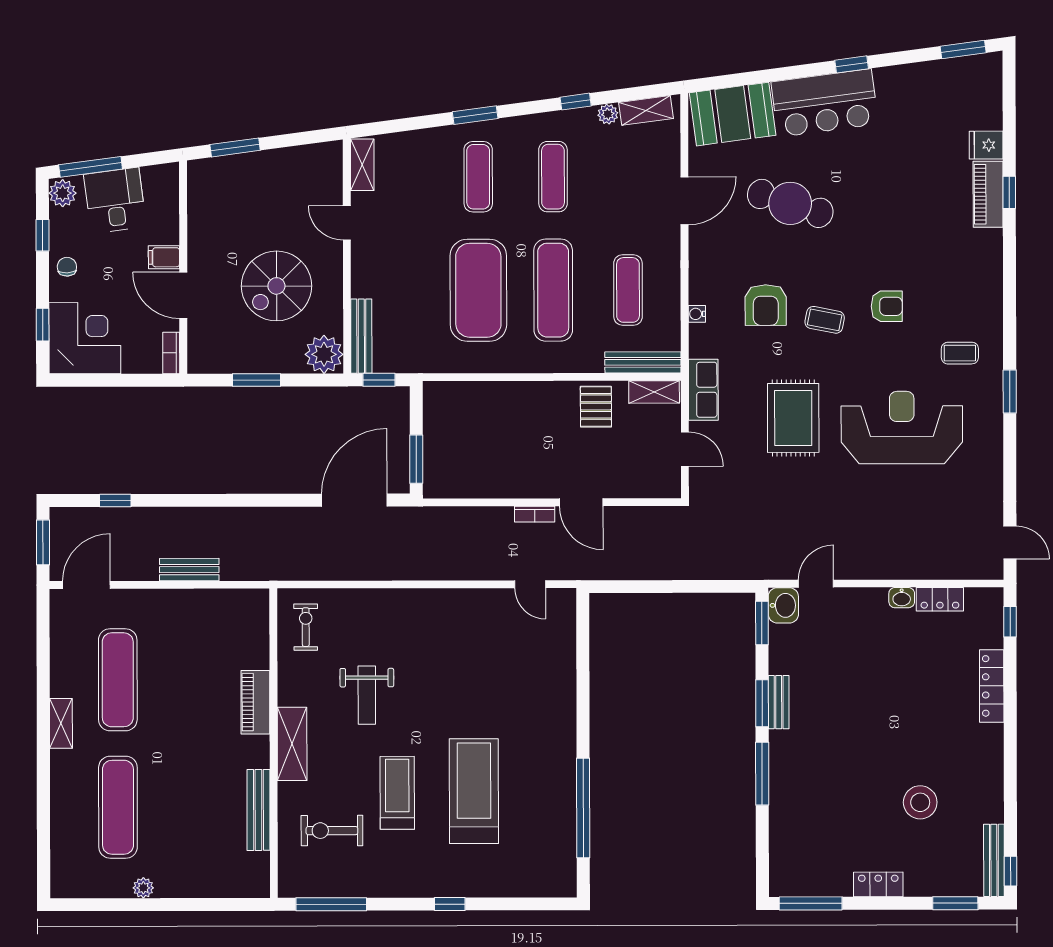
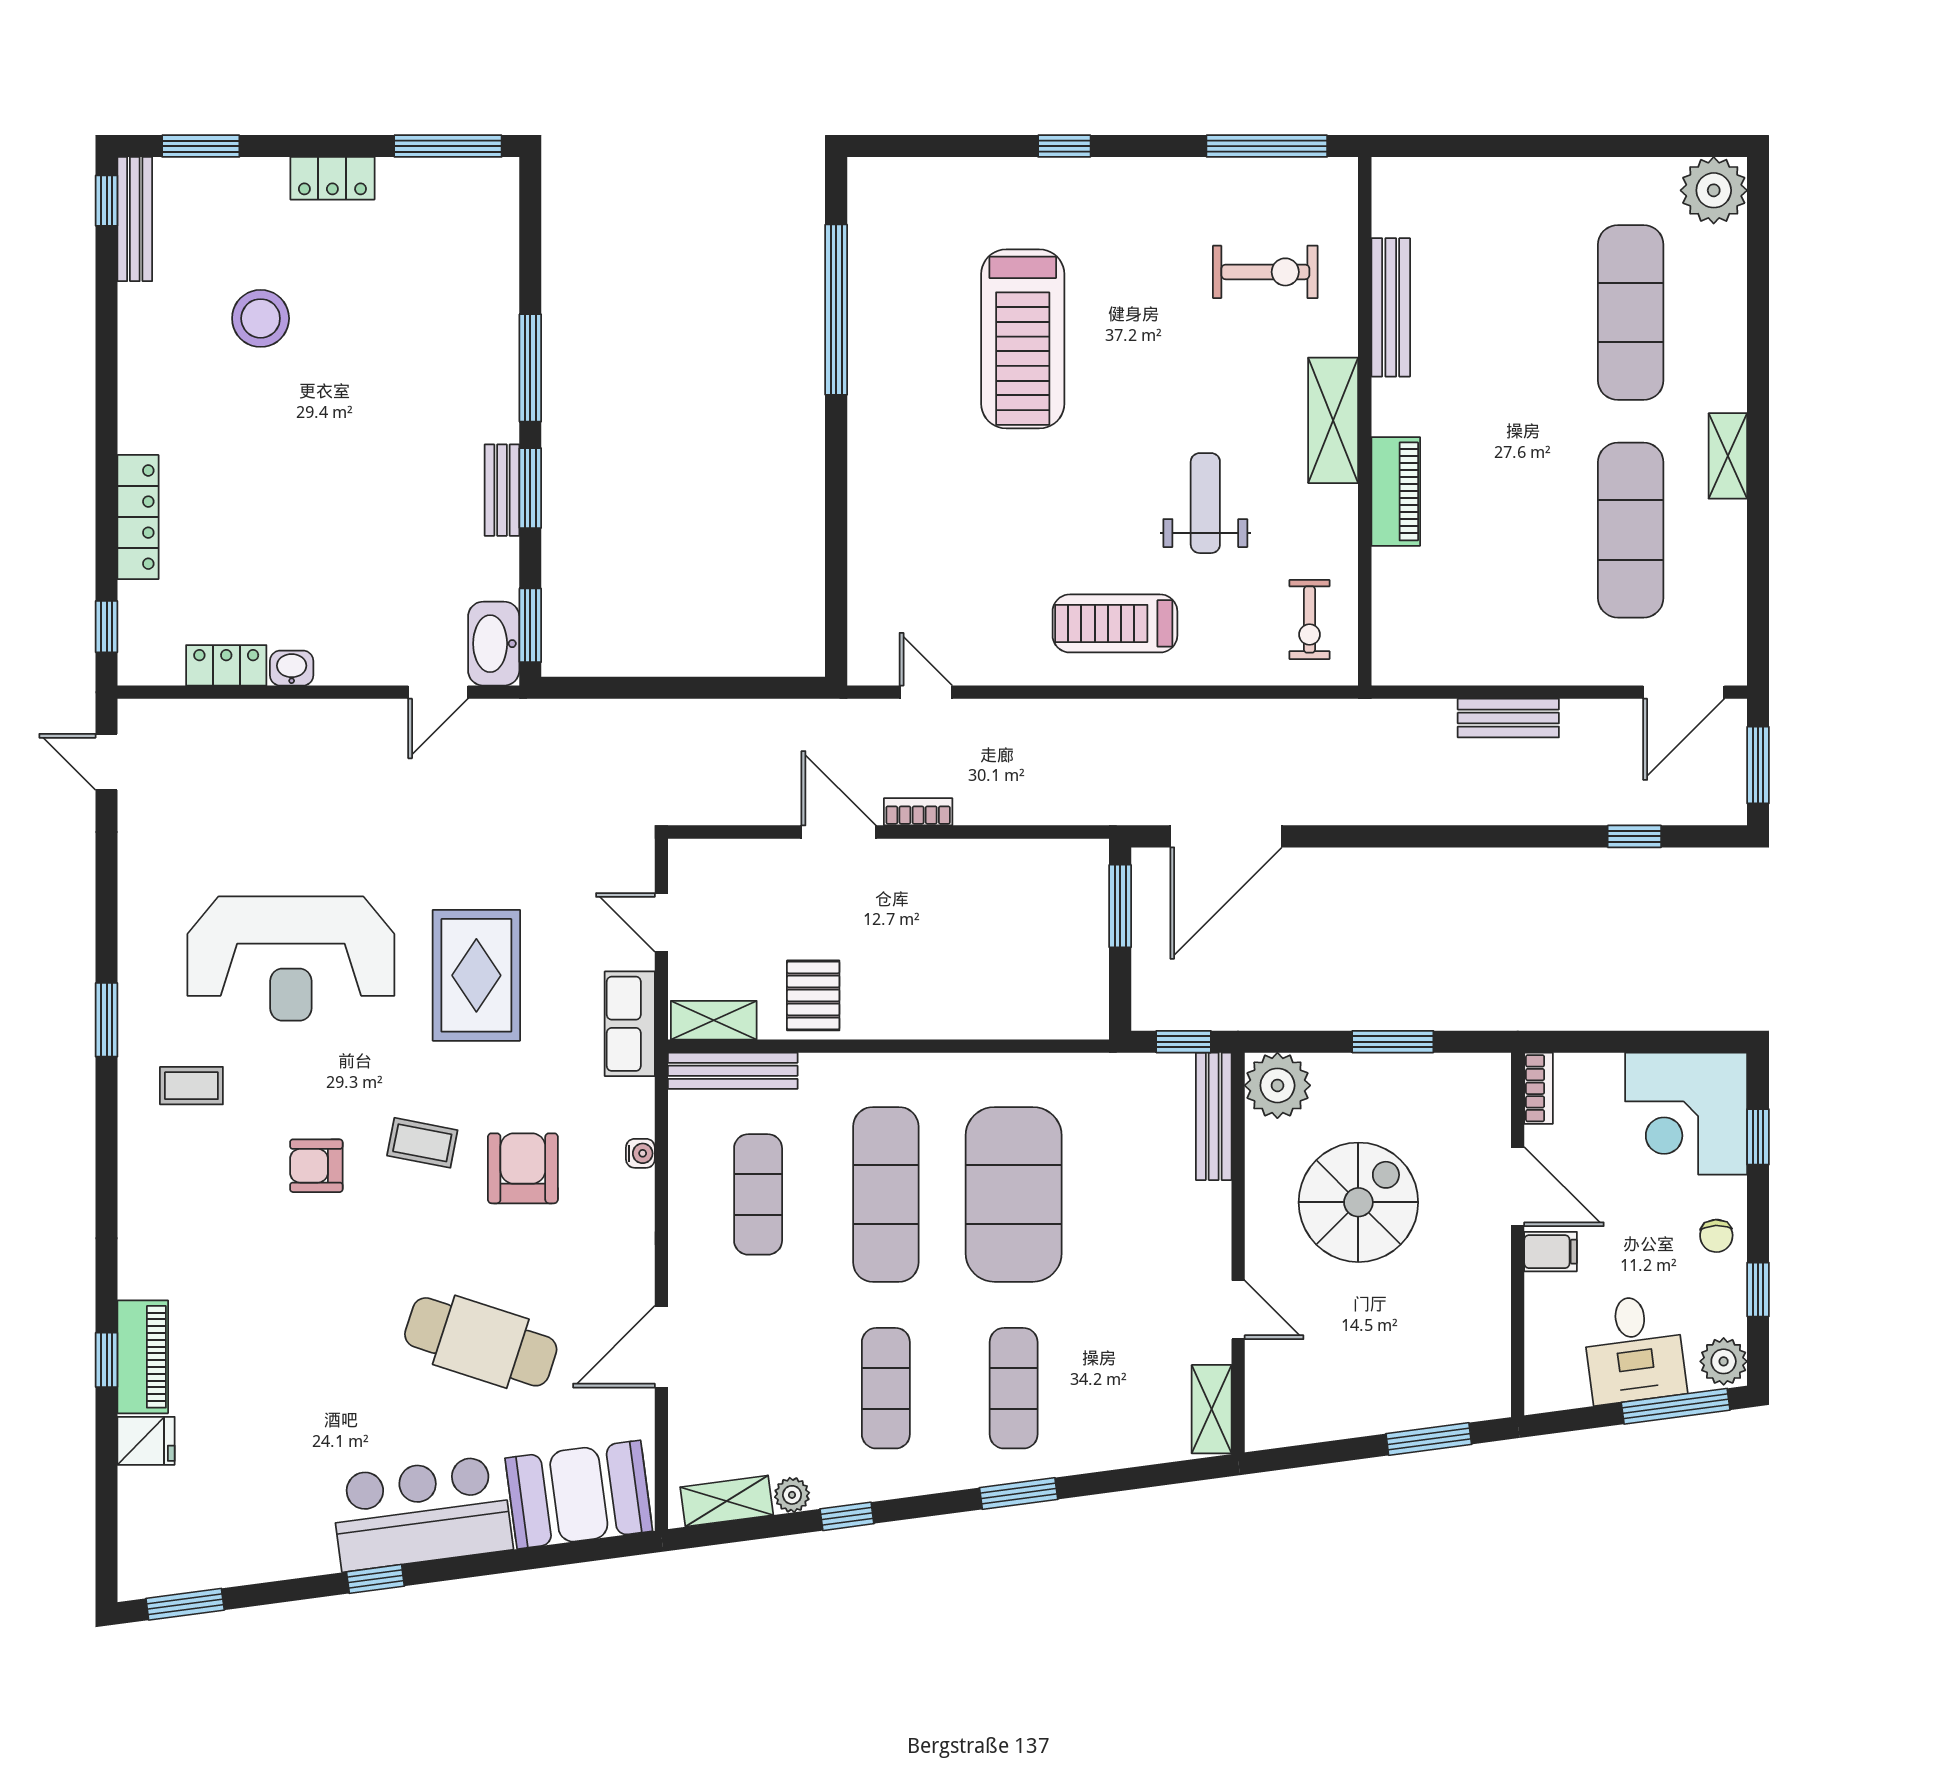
washbasin: (783, 605) -> (494, 644), width x1.38
treadmill: (397, 793) -> (1115, 623), moved, turned 90
plant: (143, 888) -> (1714, 190), moved, width x1.88, depth x1.88

